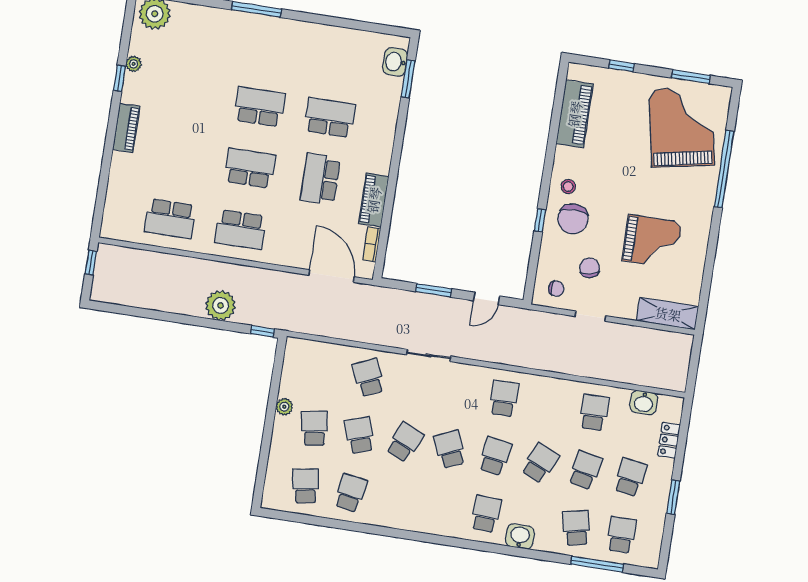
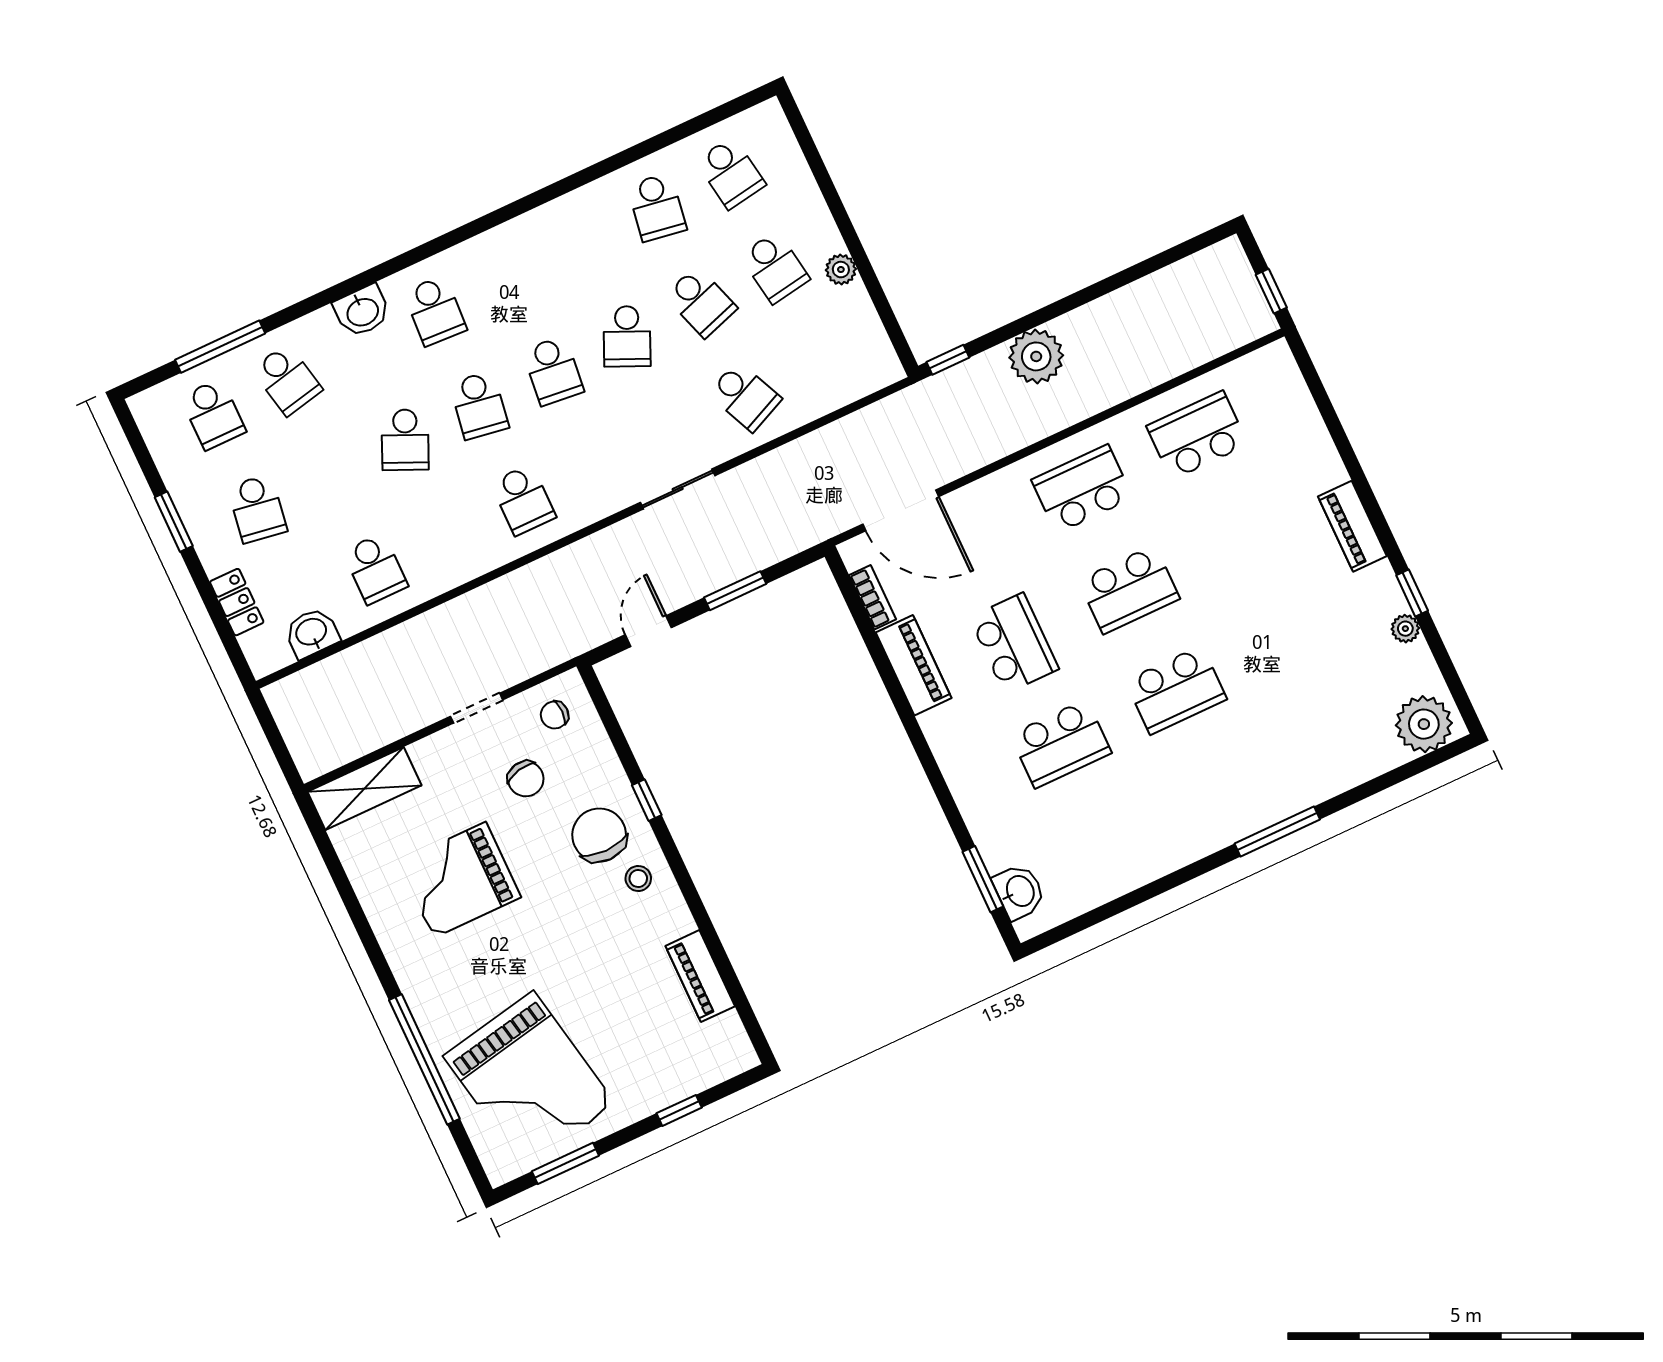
piano: (575, 114) -> (700, 976), width x0.73, depth x0.75
school desk: (450, 449) -> (553, 371), turned 30
school desk: (585, 470) -> (331, 474), removed

